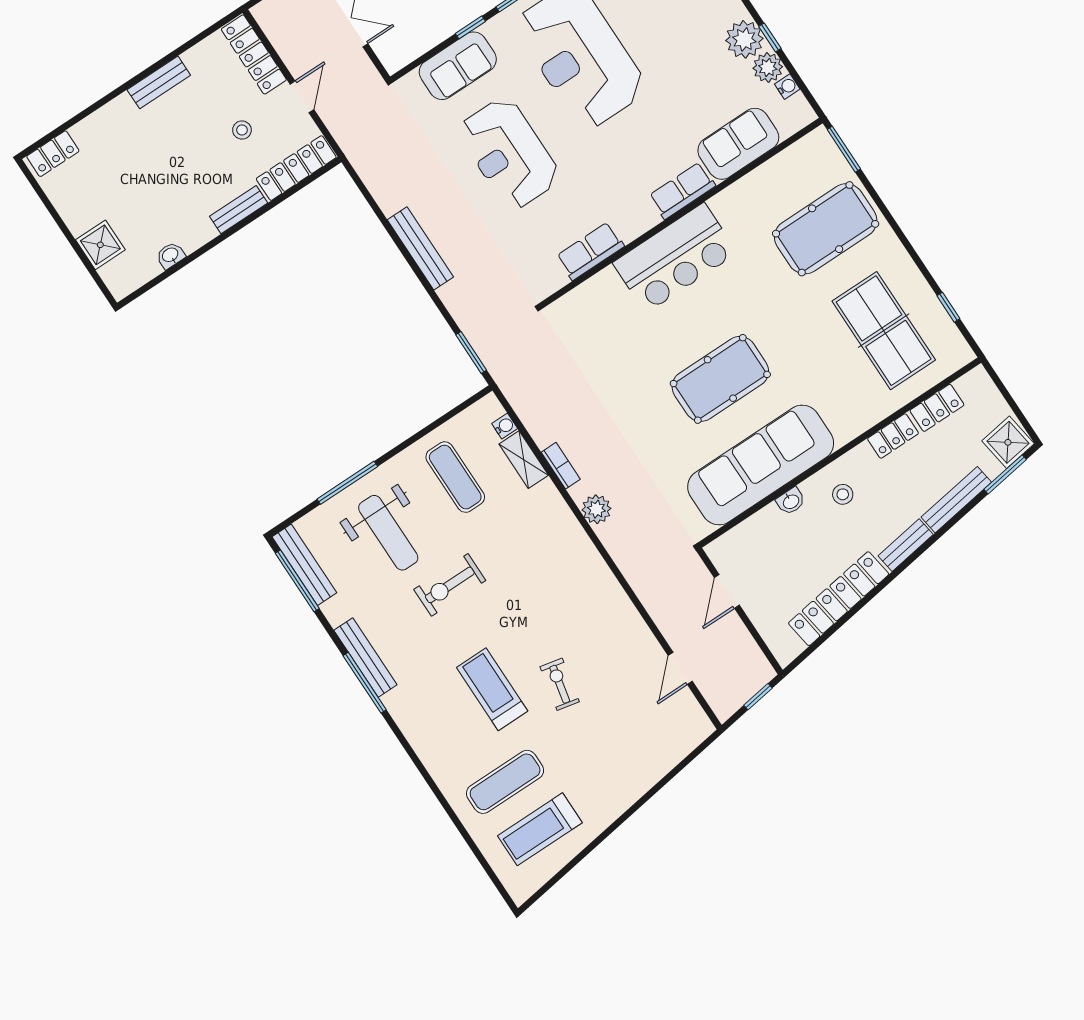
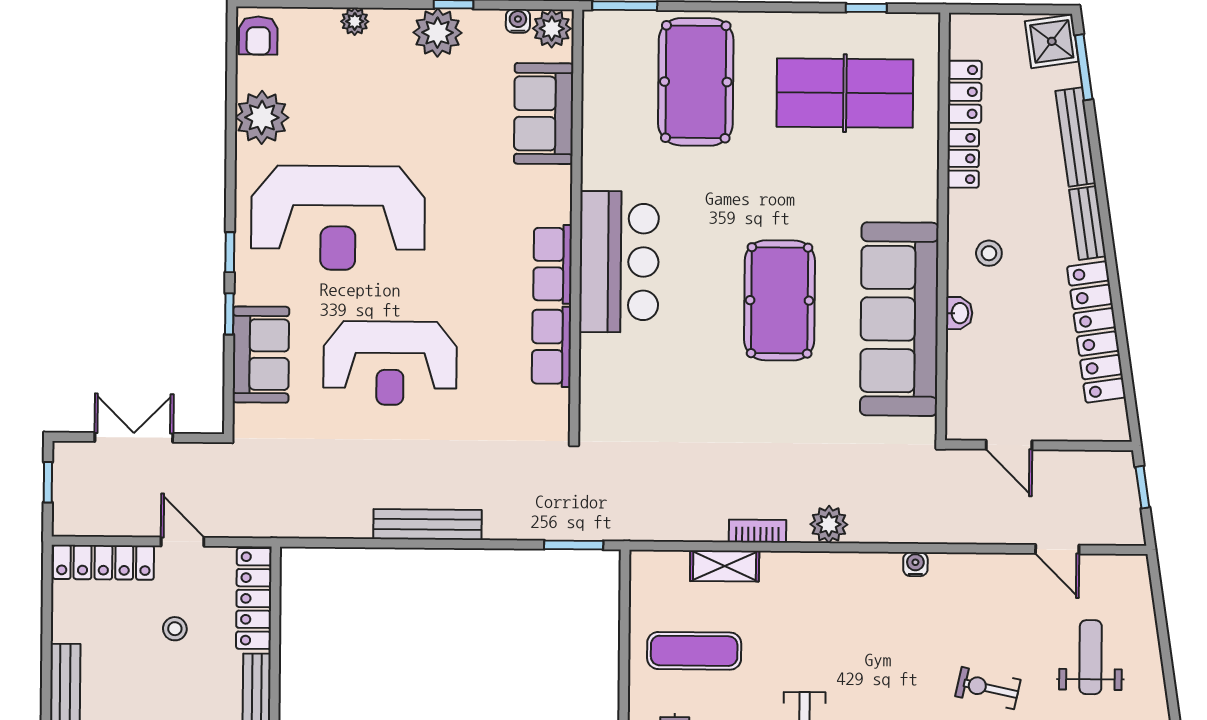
plant: (768, 68) -> (552, 29), moved
row of seats: (682, 191) -> (553, 264), moved
water cooler: (505, 426) -> (915, 564), moved
weight bench: (625, 737) -> (1091, 657), added

